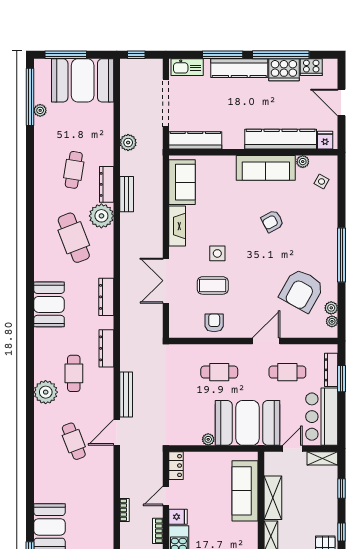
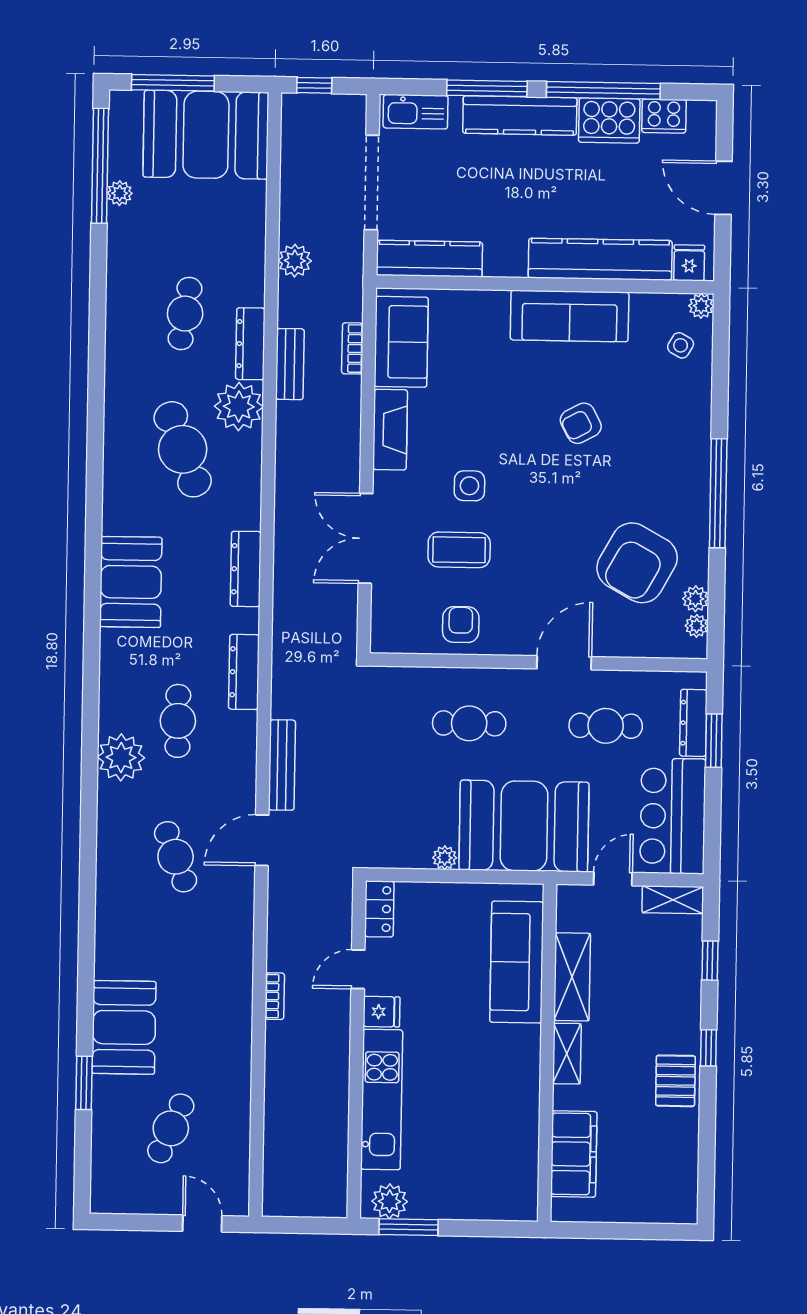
plant: (303, 162) -> (701, 306), moved
bookcase: (158, 531) -> (352, 348), moved

